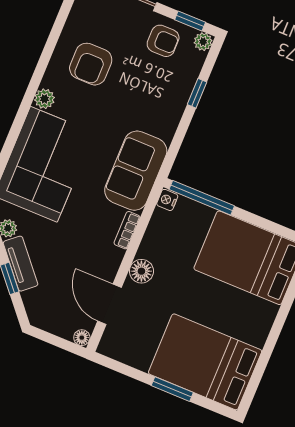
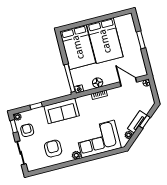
armchair: (91, 64) -> (53, 149), turned -90
sofa: (136, 171) -> (62, 111), moved
floor lamp: (141, 271) -> (98, 83), moved
door: (110, 304) -> (128, 82), swing flipped
bed: (205, 362) -> (105, 41), moved

